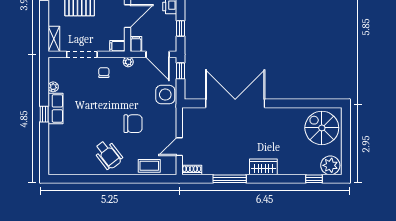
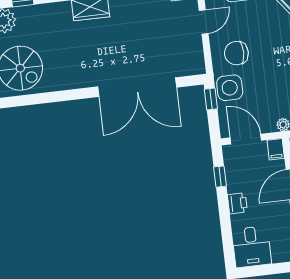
window: (181, 71) -> (211, 99), moved
chair: (133, 124) -> (236, 53), moved

